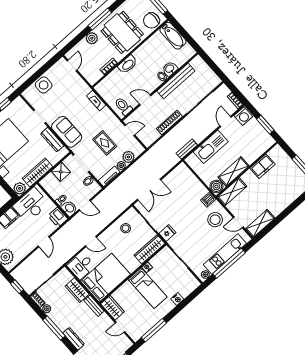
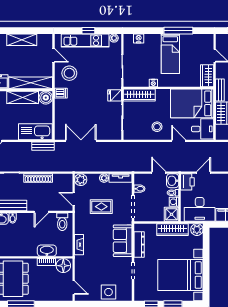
plant: (92, 38) -> (40, 295), removed
door: (72, 65) -> (74, 288), swing flipped
washbasin: (128, 65) -> (47, 251), moved
floor lamp: (94, 75) -> (63, 266), added
door: (145, 100) -> (41, 212), hinge flipped
rug: (105, 143) -> (101, 207), turned 90
kitchen sink: (211, 147) -> (35, 132), moved
plant: (128, 157) -> (81, 180), moved
shower: (61, 172) -> (171, 214), moved
double door: (149, 190) -> (81, 141), moved
shelving: (232, 192) -> (31, 83), width x1.47
washing machine: (55, 194) -> (174, 202), added
shelving: (260, 223) -> (22, 40), moved
stool: (126, 228) -> (157, 127), moved
door: (44, 242) -> (204, 173), moved
window: (229, 263) -> (88, 31), width x0.32
bed: (148, 288) -> (170, 54), moved, turned 180
nightstand: (177, 299) -> (139, 38), moved
window: (154, 330) -> (178, 31), moved

